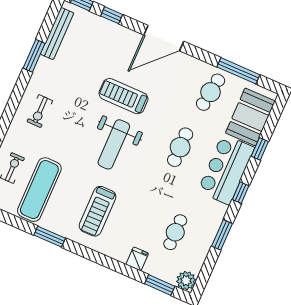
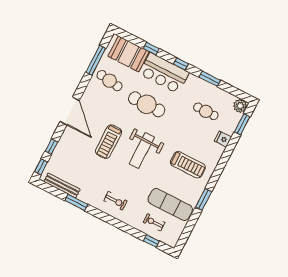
weight bench: (114, 144) -> (142, 151), turned 90
cafe table: (180, 147) -> (147, 104), width x1.37, depth x1.35

